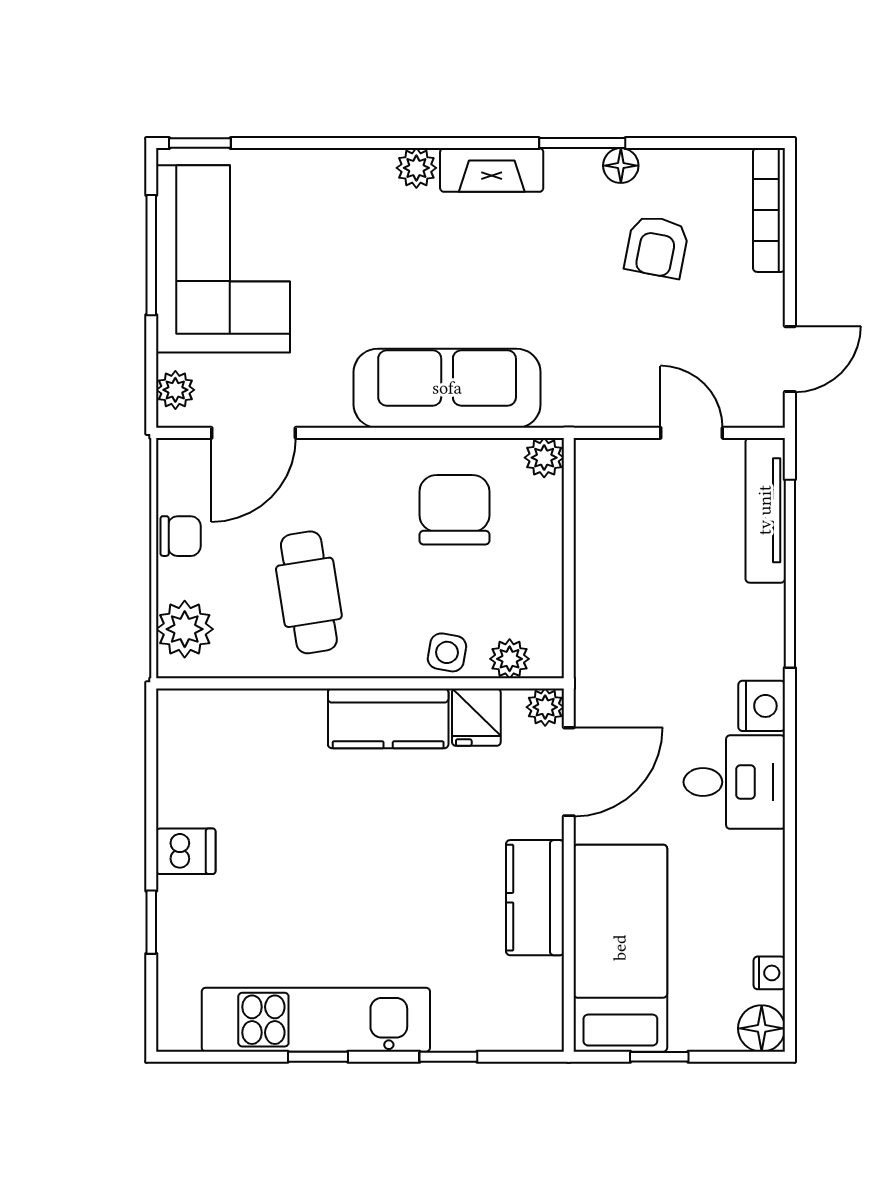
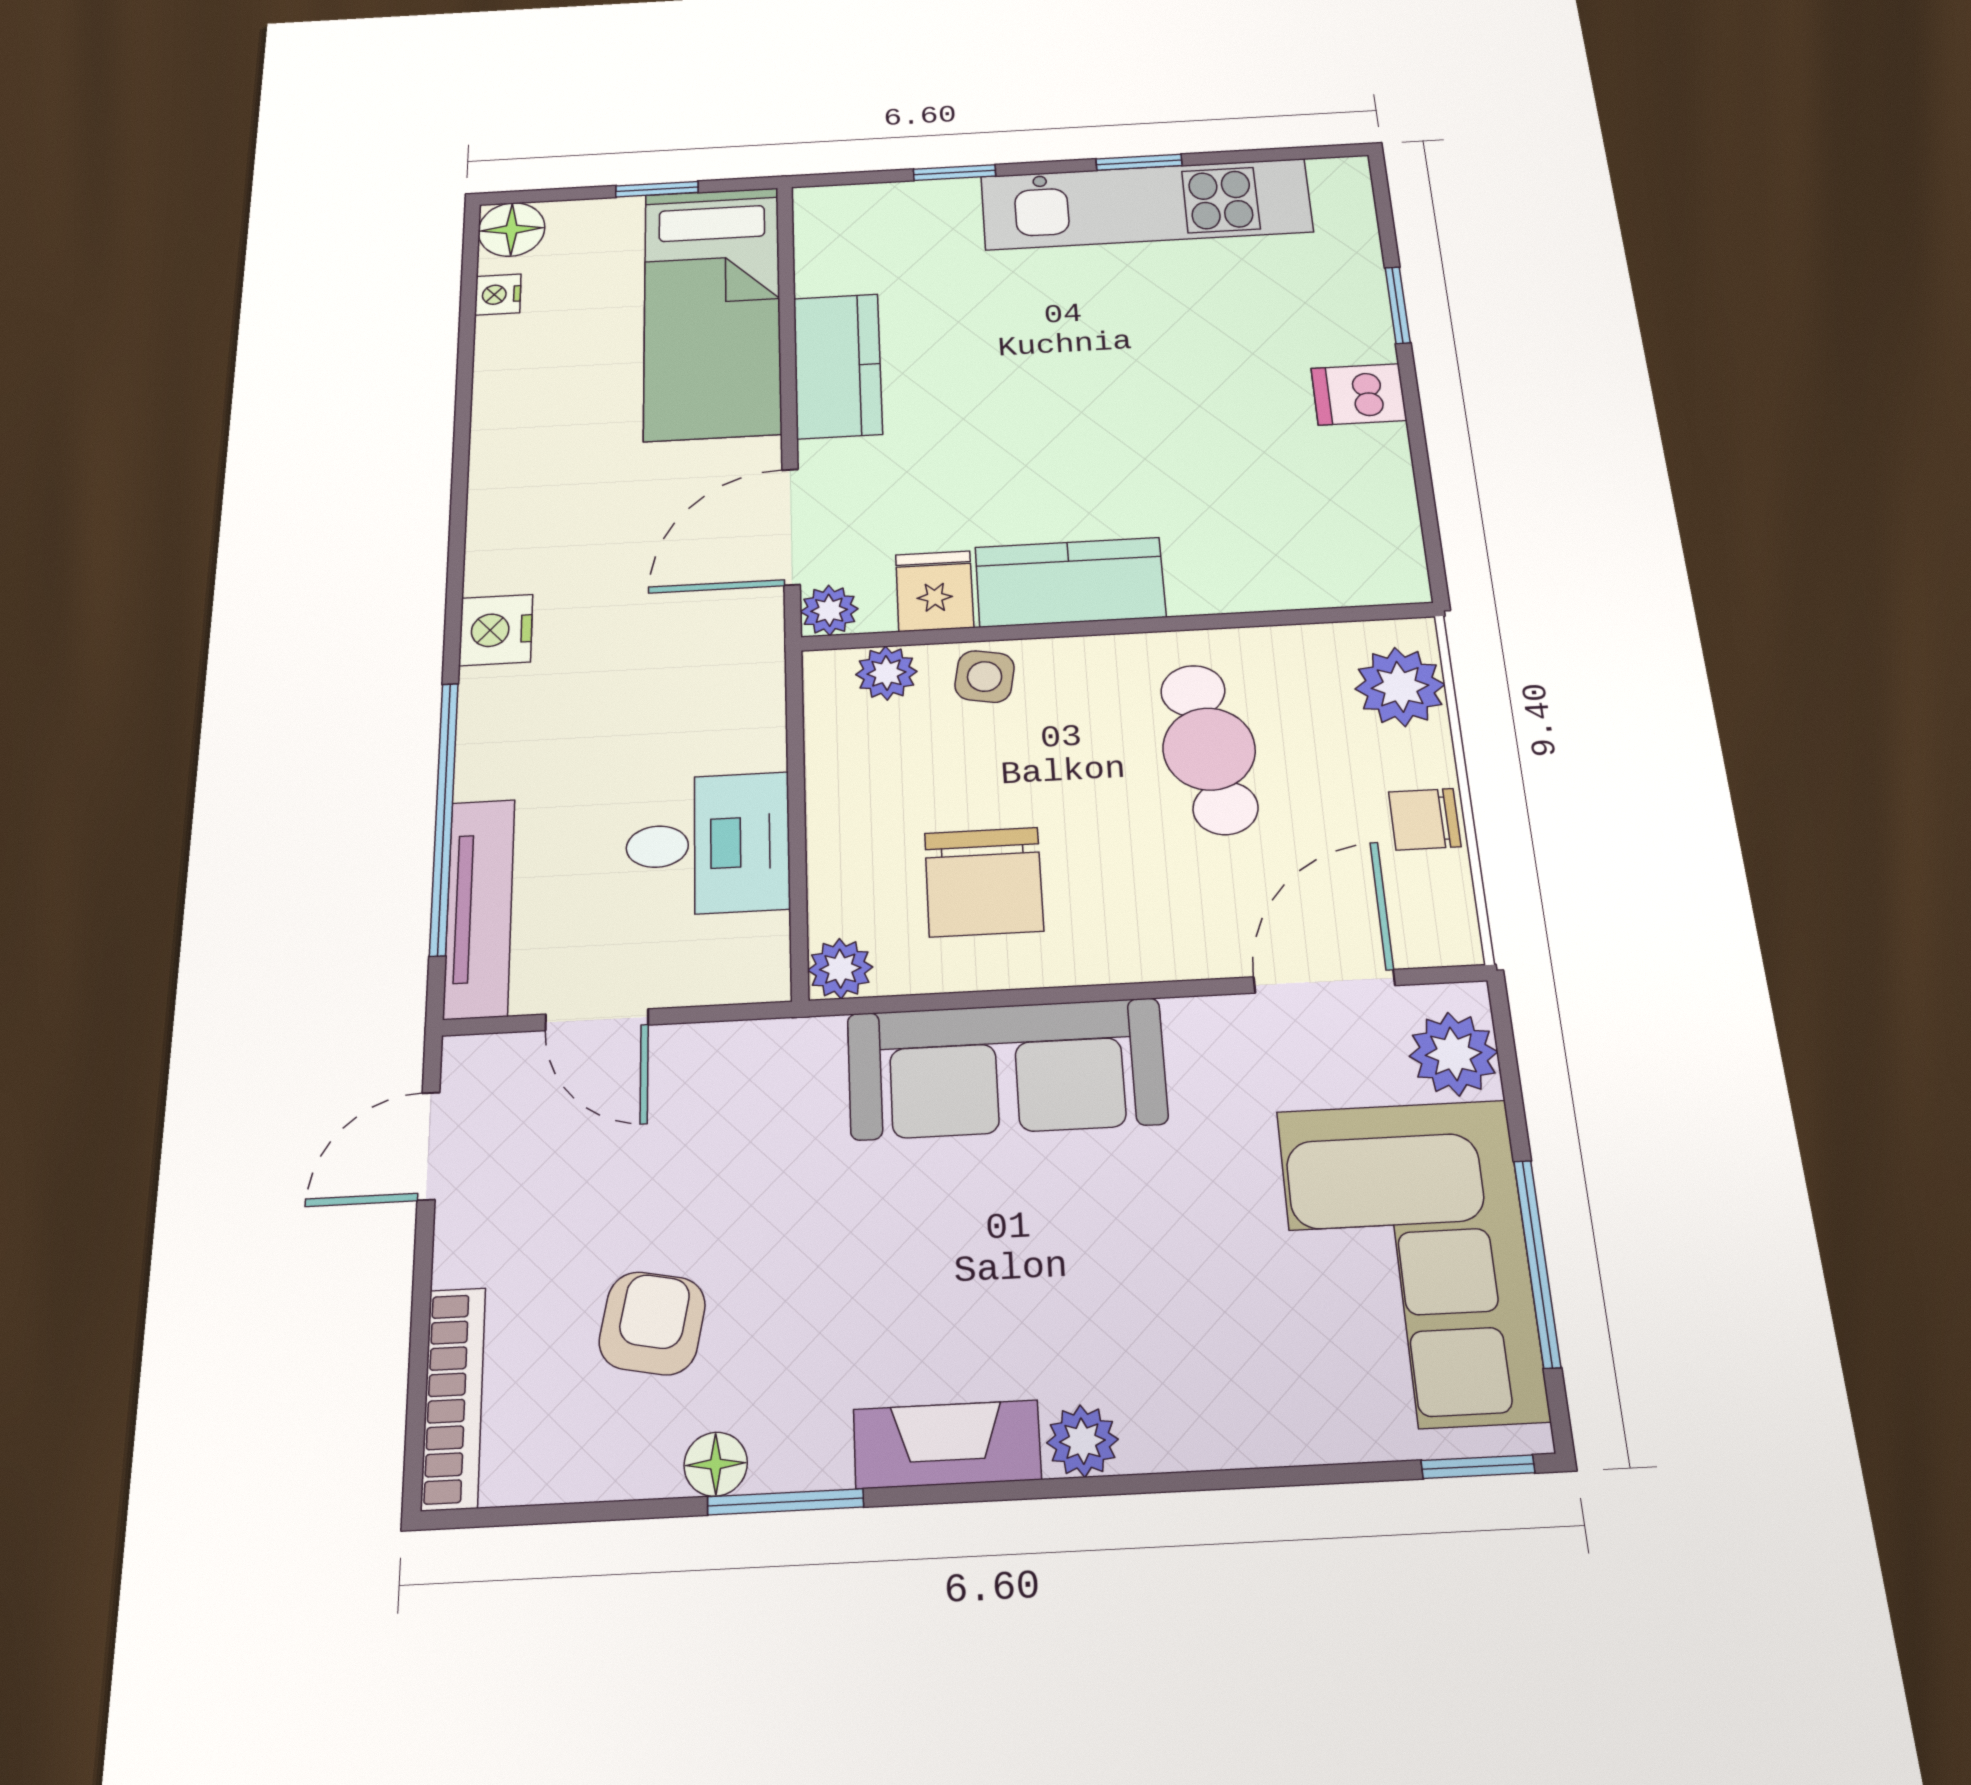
plant: (175, 390) -> (1454, 1054), width x1.38, depth x1.38
desk: (734, 782) -> (708, 844), moved, turned 180

